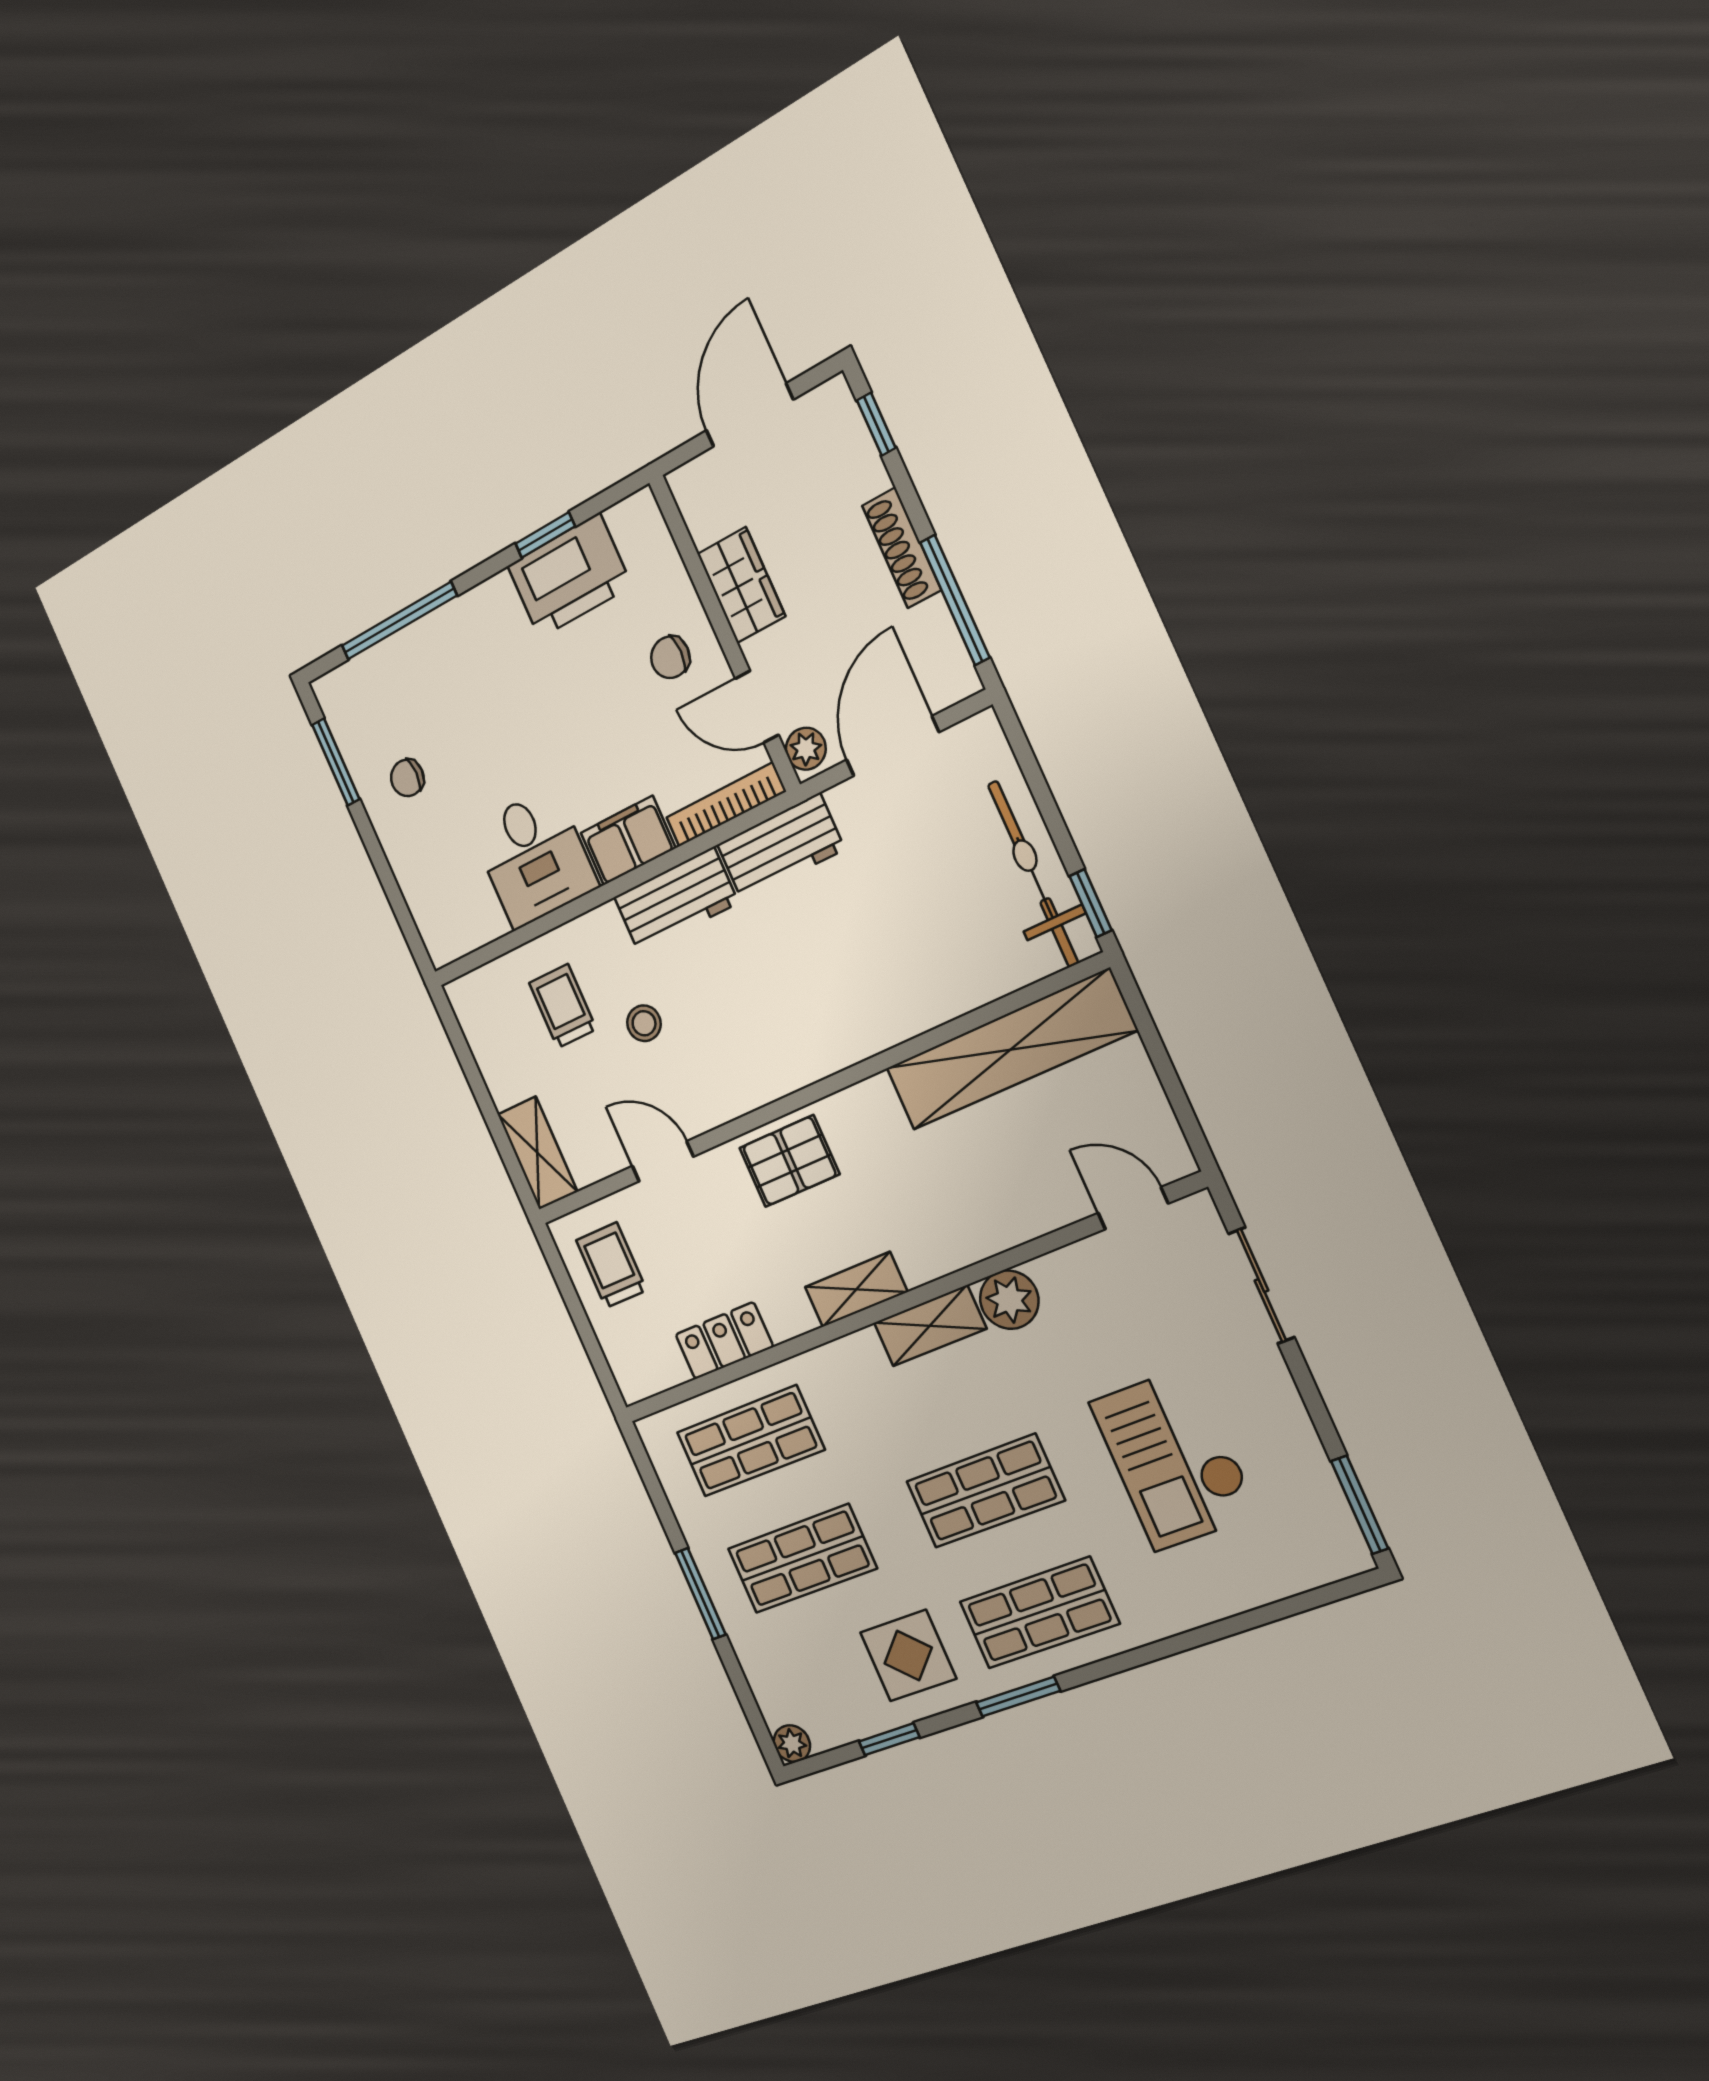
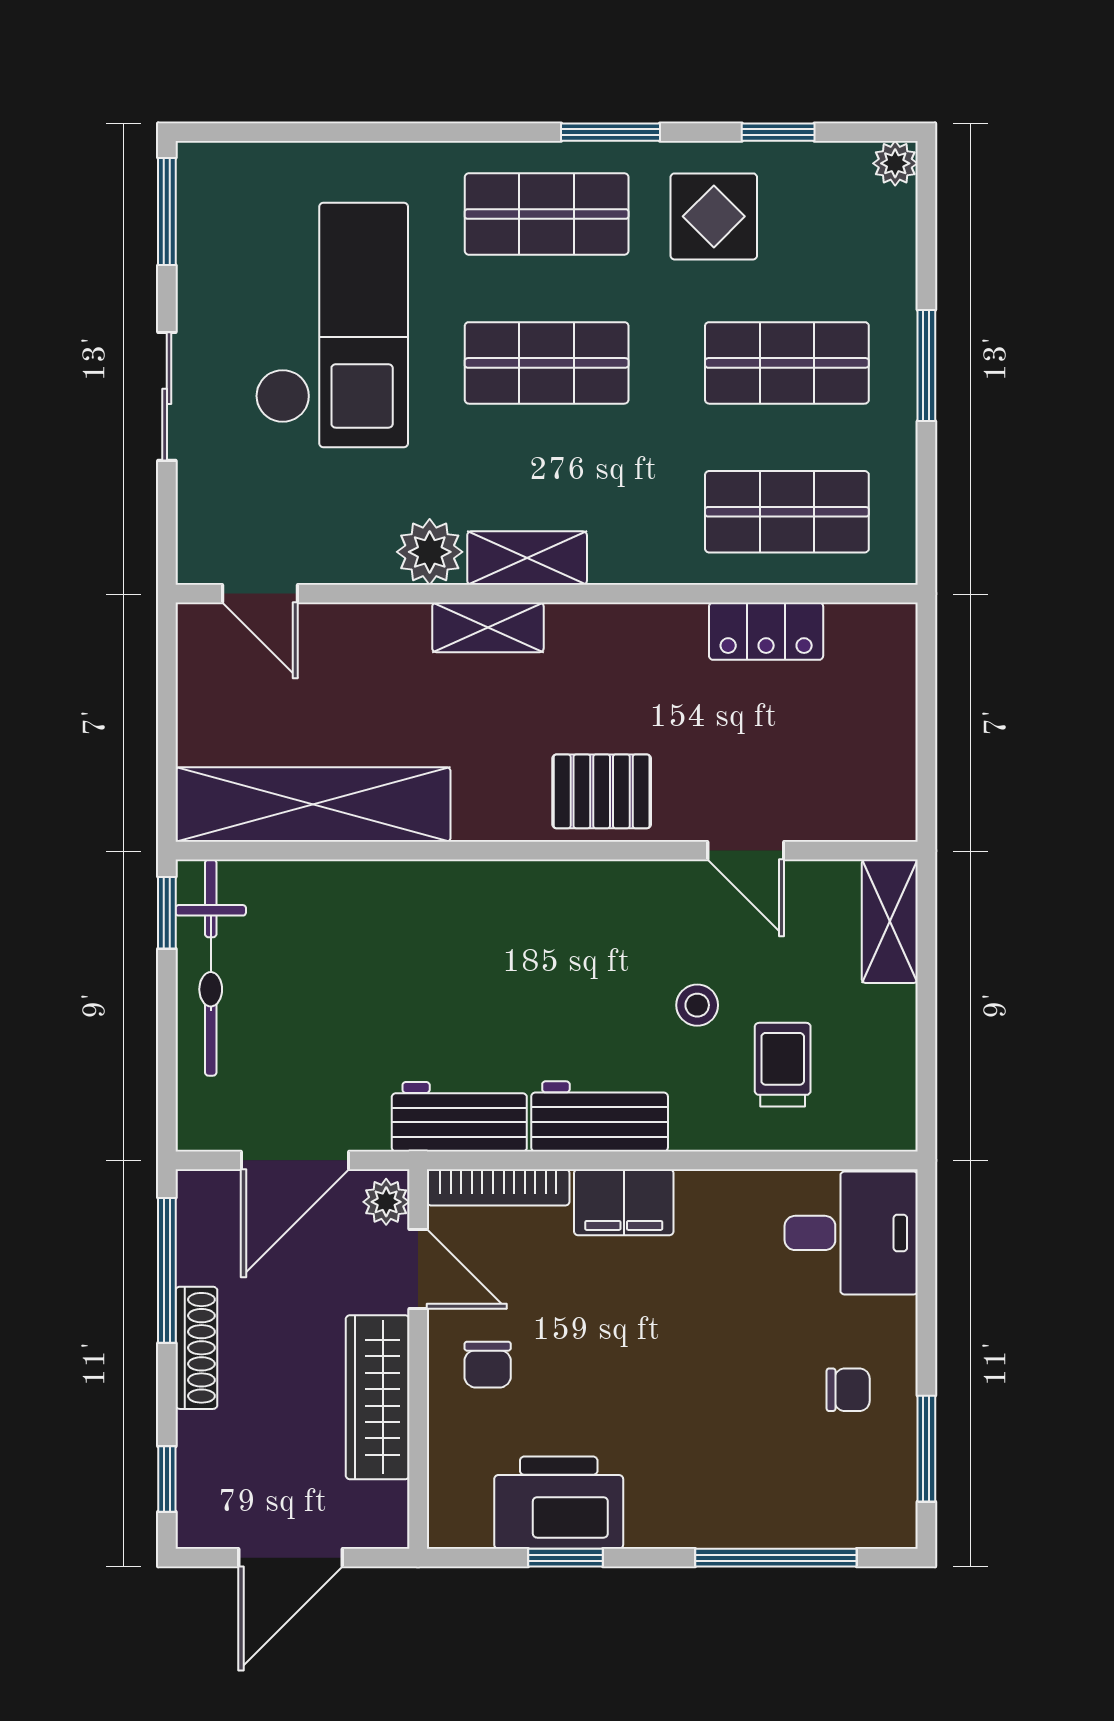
wardrobe: (741, 585) -> (378, 1397), width x1.50
chair: (670, 657) -> (488, 1365), turned 90
desk: (534, 857) -> (851, 1233), moved, turned 90
trolley: (563, 1006) -> (783, 1065), turned 180
trolley: (611, 1265) -> (860, 764), removed
sliding door: (1261, 1285) -> (167, 396), moved
shelving: (856, 1289) -> (488, 627), moved
checkout: (1174, 1458) -> (332, 325), width x1.36, depth x1.21

